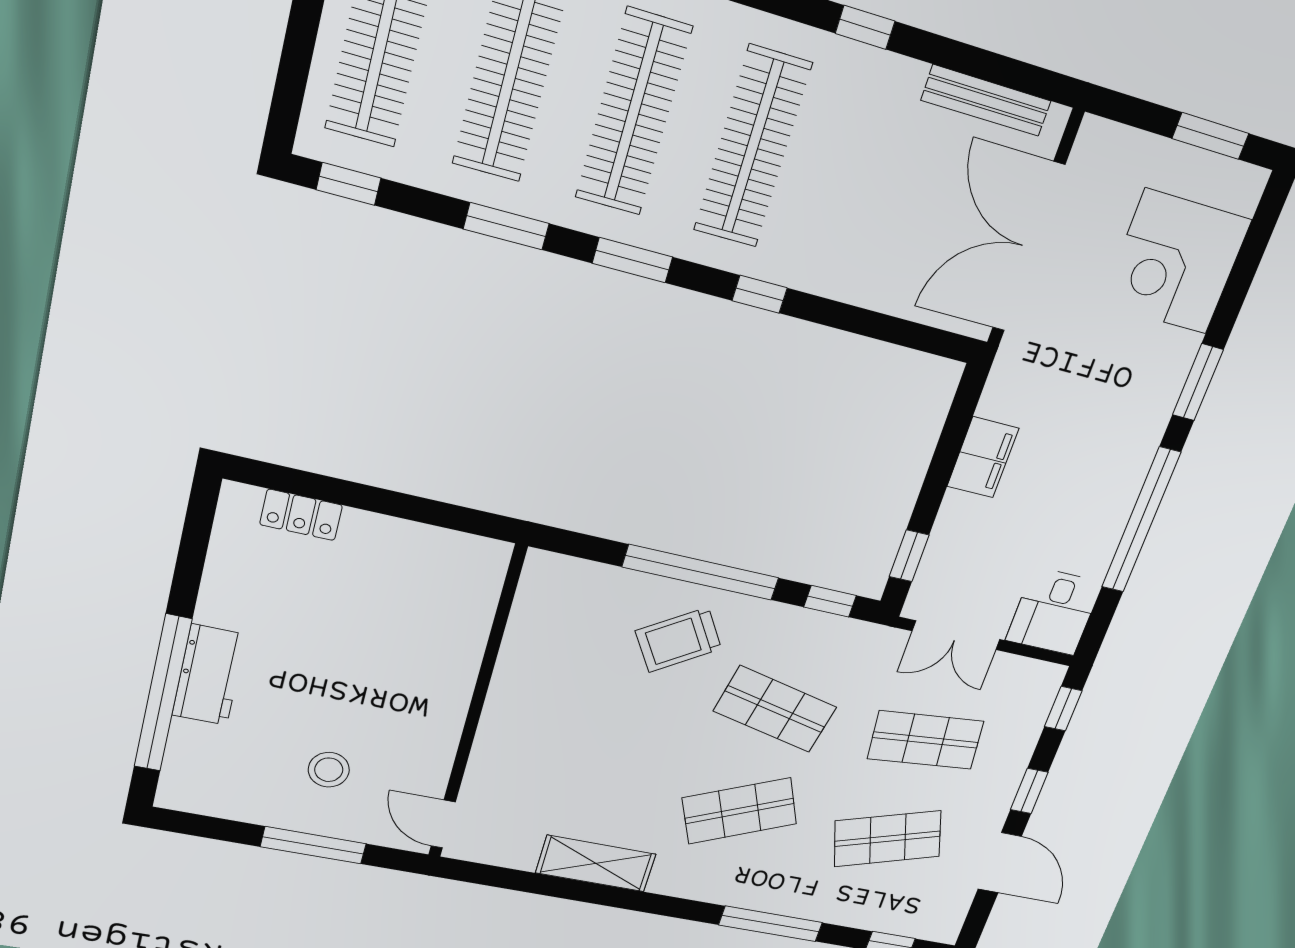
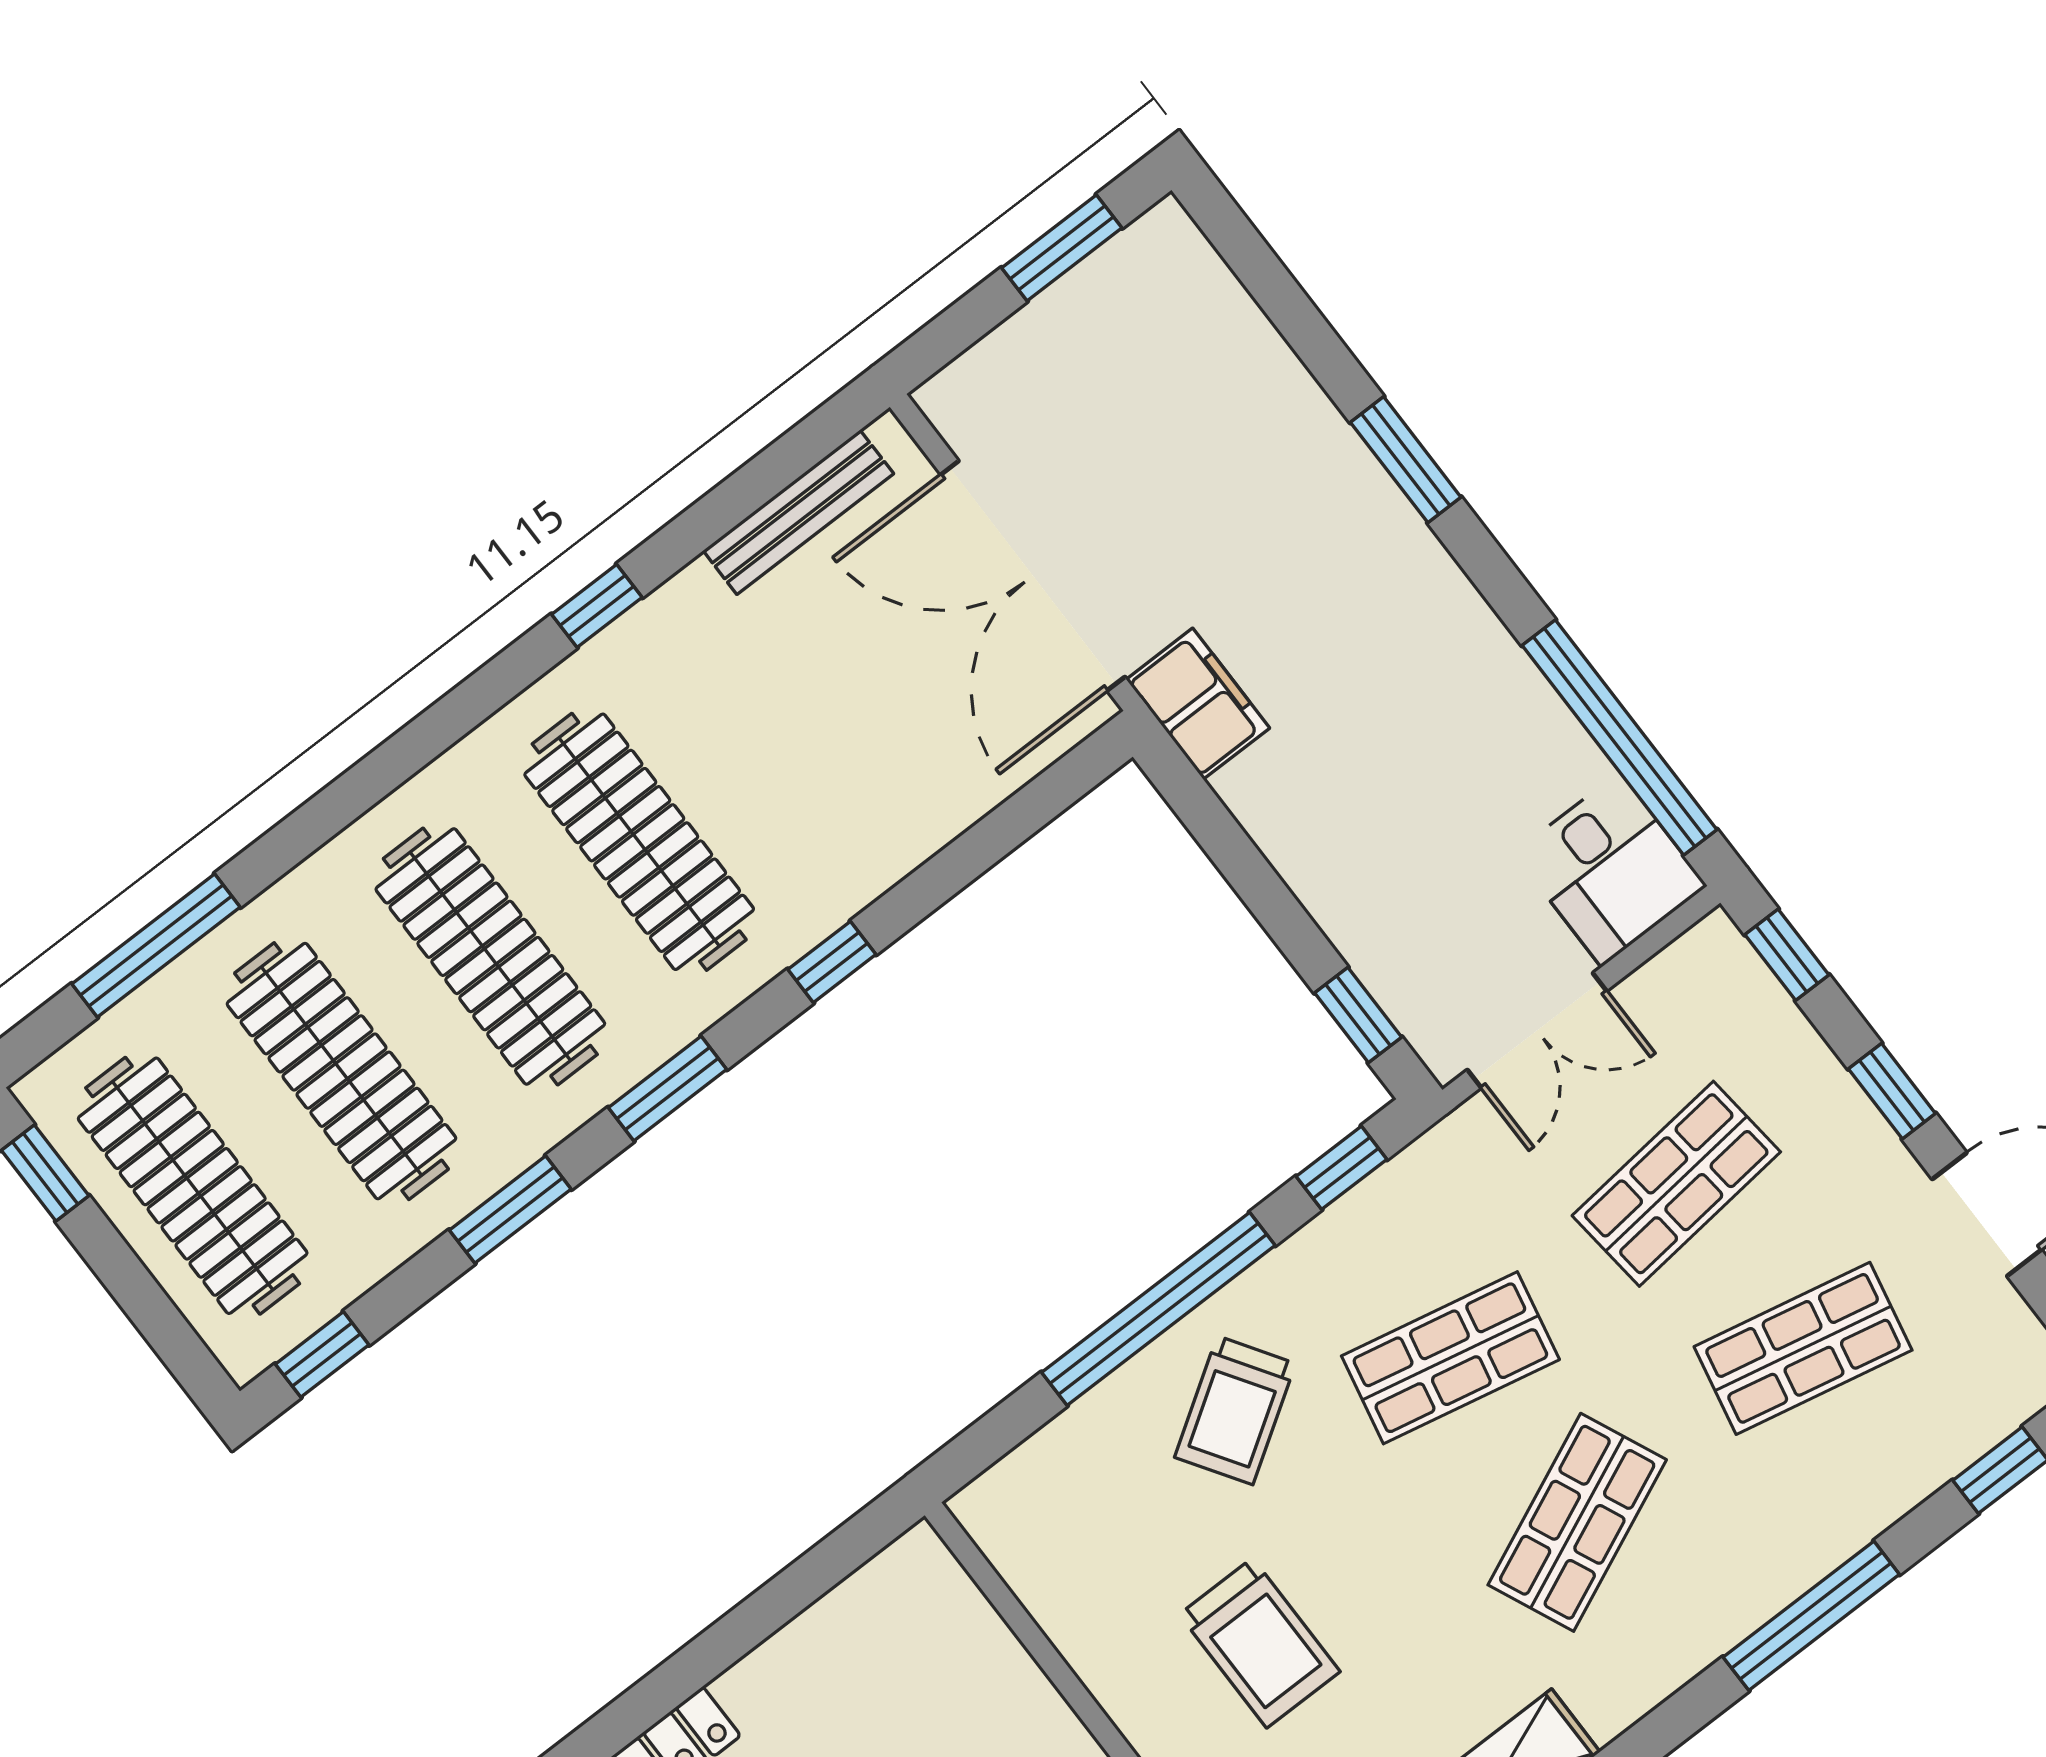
corner desk: (1176, 262) -> (1204, 391), removed
filing cabinet: (983, 457) -> (1198, 704), moved
window: (1141, 520) -> (1620, 737), moved
trolley: (577, 728) -> (1260, 1643), added
shop shelf: (888, 839) -> (1803, 1348), turned 30

